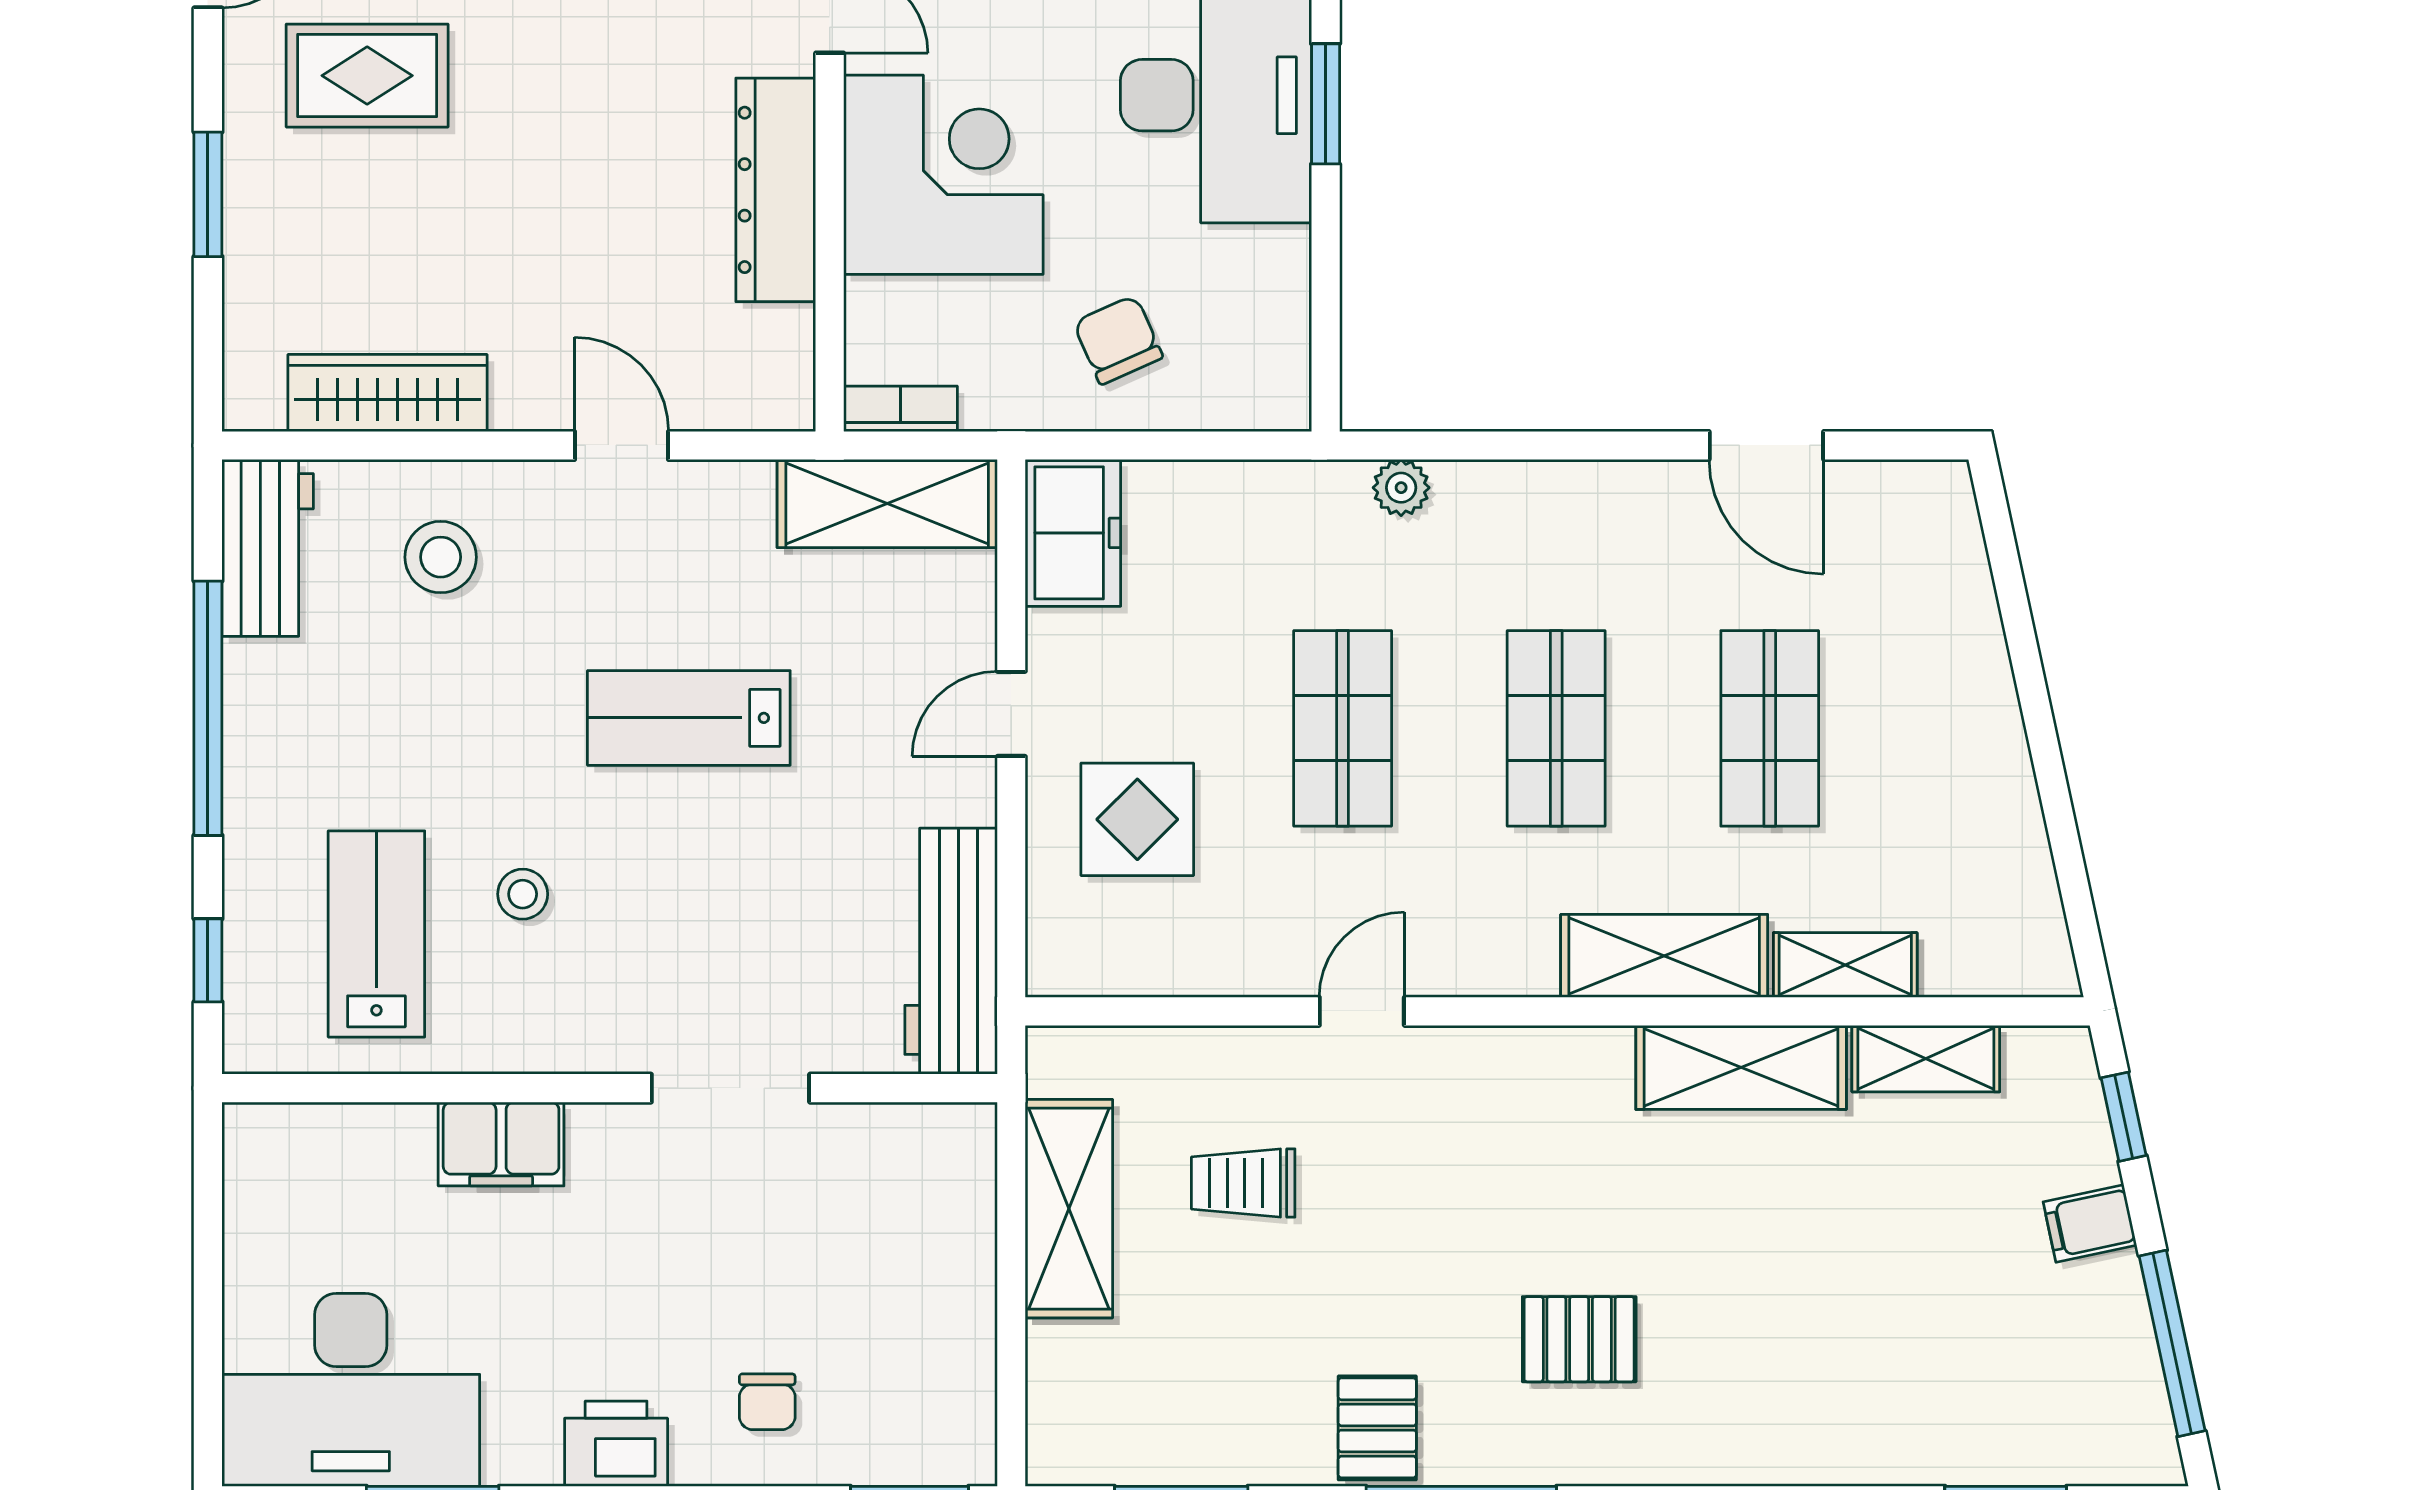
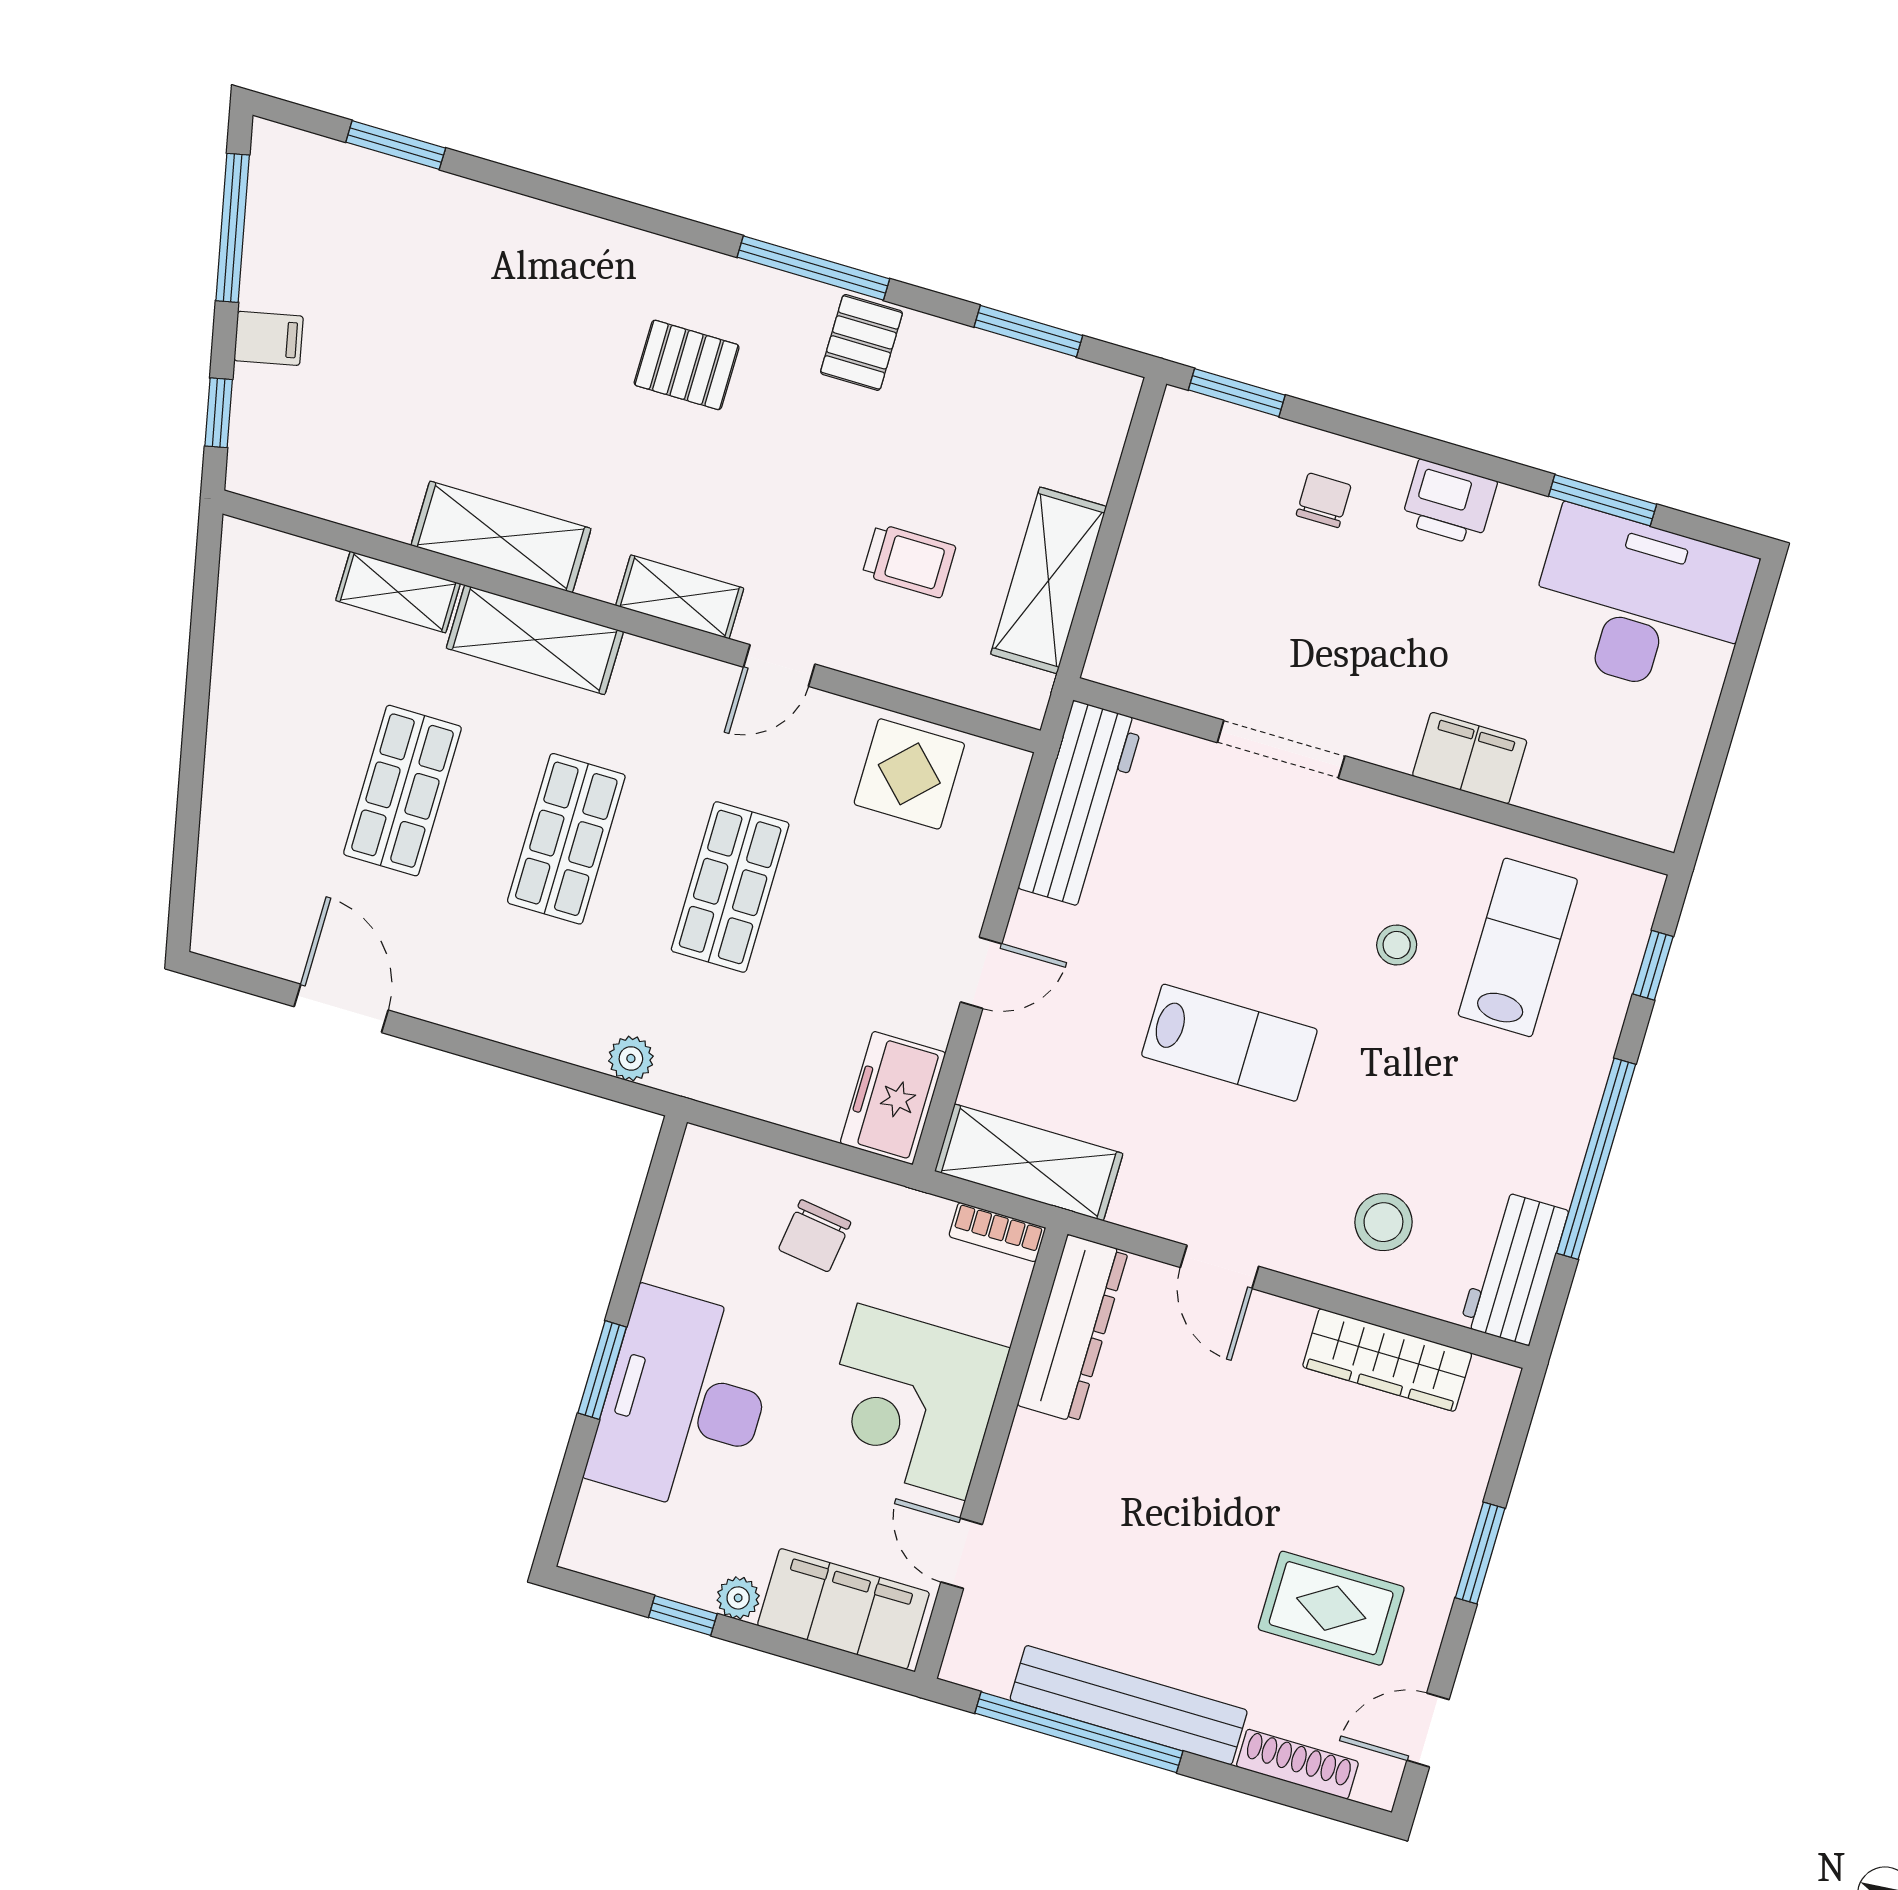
dresser: (776, 190) -> (1073, 1329), moved
chair: (1118, 340) -> (815, 1236), turned 32
display table: (1137, 819) -> (909, 774), moved
lab bench: (376, 934) -> (1518, 947), turned 180
shelving: (1926, 1059) -> (680, 597), moved

